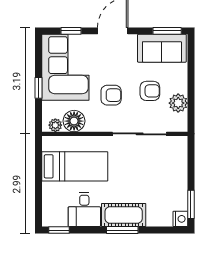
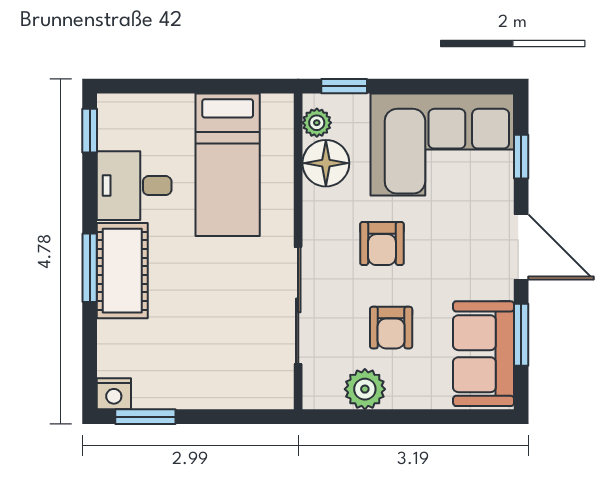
window: (167, 31) -> (521, 335), moved
window: (38, 88) -> (344, 86), moved

